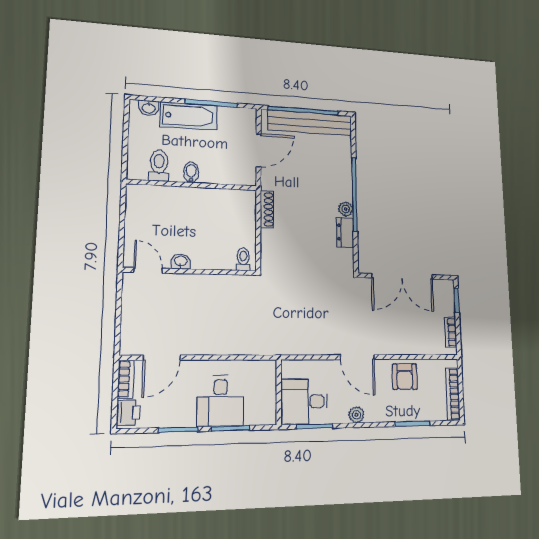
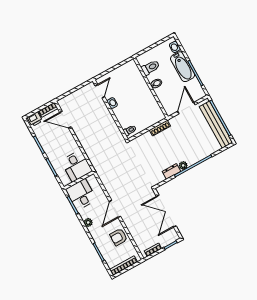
door: (259, 150) -> (186, 108), swing flipped
desk: (221, 401) -> (76, 166), moved, turned -90

